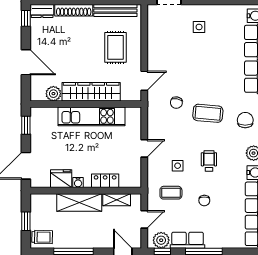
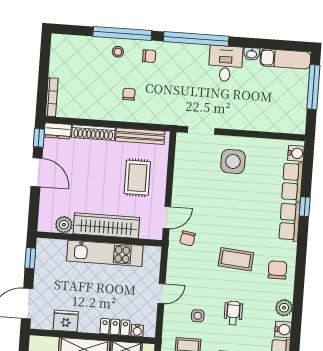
side table: (199, 27) -> (233, 161), width x1.87, depth x1.87
door: (26, 62) -> (36, 172), moved
chair: (176, 103) -> (188, 238), moved
water cooler: (78, 183) -> (137, 330), moved

